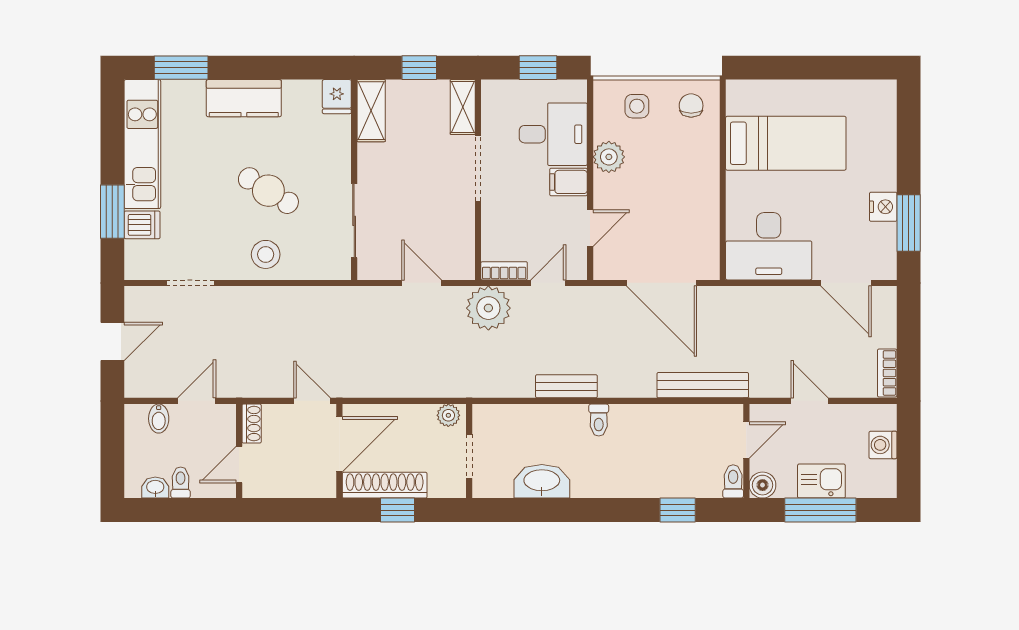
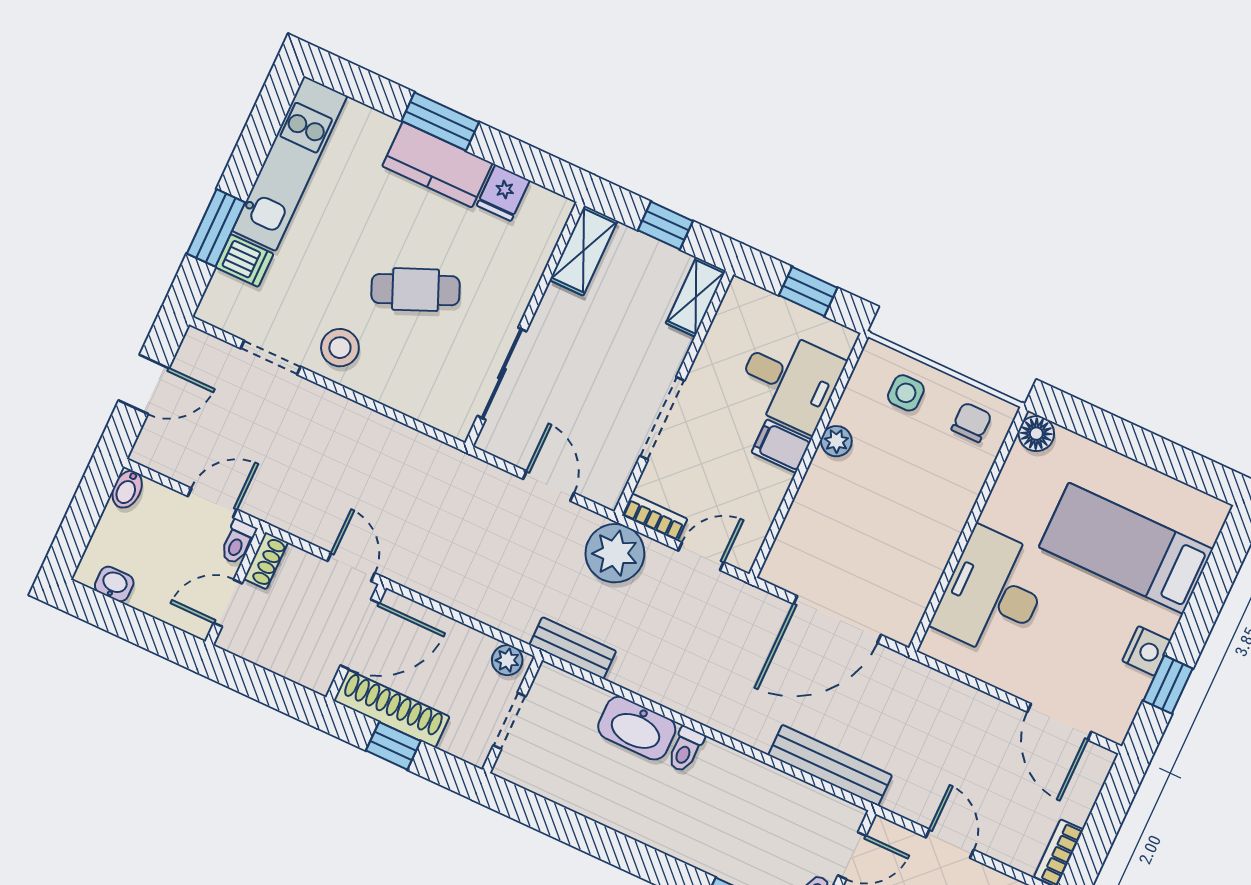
window: (181, 68) -> (440, 121), moved
floor lamp: (739, 93) -> (1036, 434), added
fridge: (337, 97) -> (503, 193), moved
bed: (786, 143) -> (1126, 548), moved, turned 180
plant: (609, 157) -> (836, 441), width x0.73, depth x0.73
doorway: (478, 168) -> (662, 418), moved
cafe table: (268, 191) -> (416, 290), turned -55
window: (909, 223) -> (1168, 685), width x0.67
door: (590, 228) -> (782, 514), removed
desk: (769, 246) -> (993, 593), moved, turned 90
stool: (266, 254) -> (340, 348), moved
door: (662, 283) -> (837, 619), hinge flipped
bench: (566, 386) -> (573, 648), moved
bidet: (159, 419) -> (127, 489), moved
washbasin: (542, 481) -> (637, 728), moved, turned 180
toilet: (181, 483) -> (238, 542), moved, turned 180

